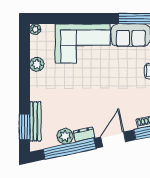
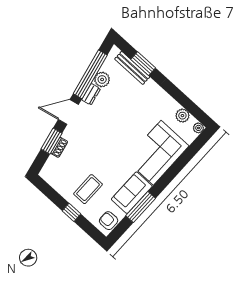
plant: (37, 64) -> (182, 116), moved
window: (24, 127) -> (143, 64), moved
door: (113, 139) -> (68, 112), swing flipped

